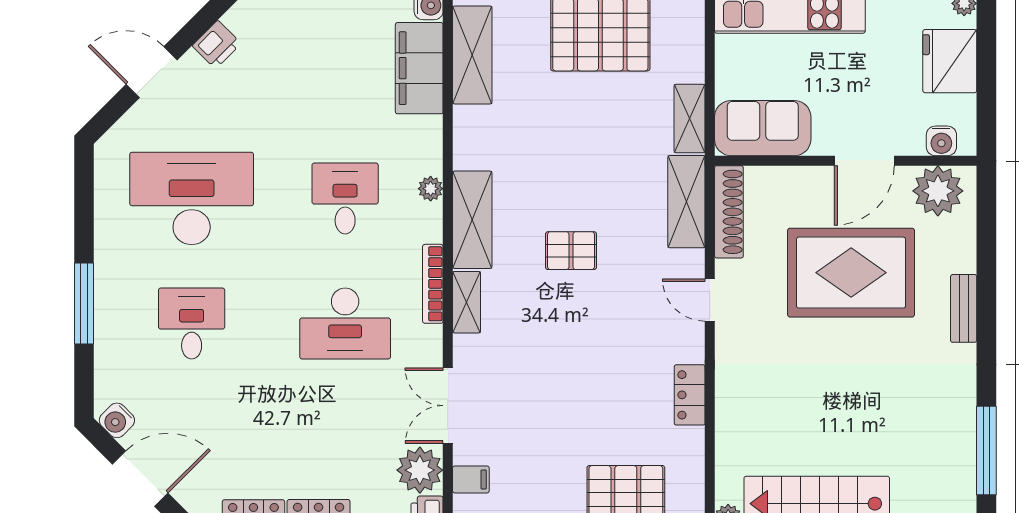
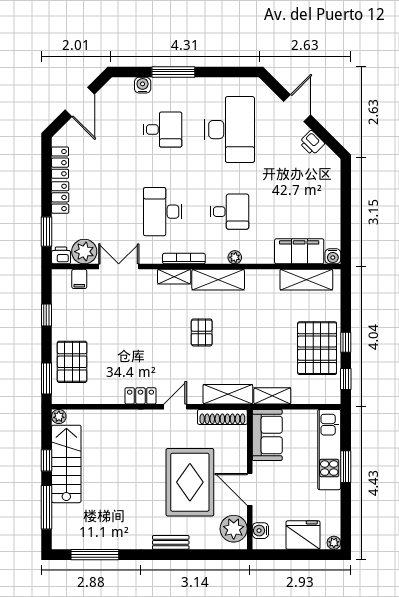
locker: (690, 395) -> (140, 396), moved
water cooler: (117, 420) -> (143, 85), moved, turned 45

